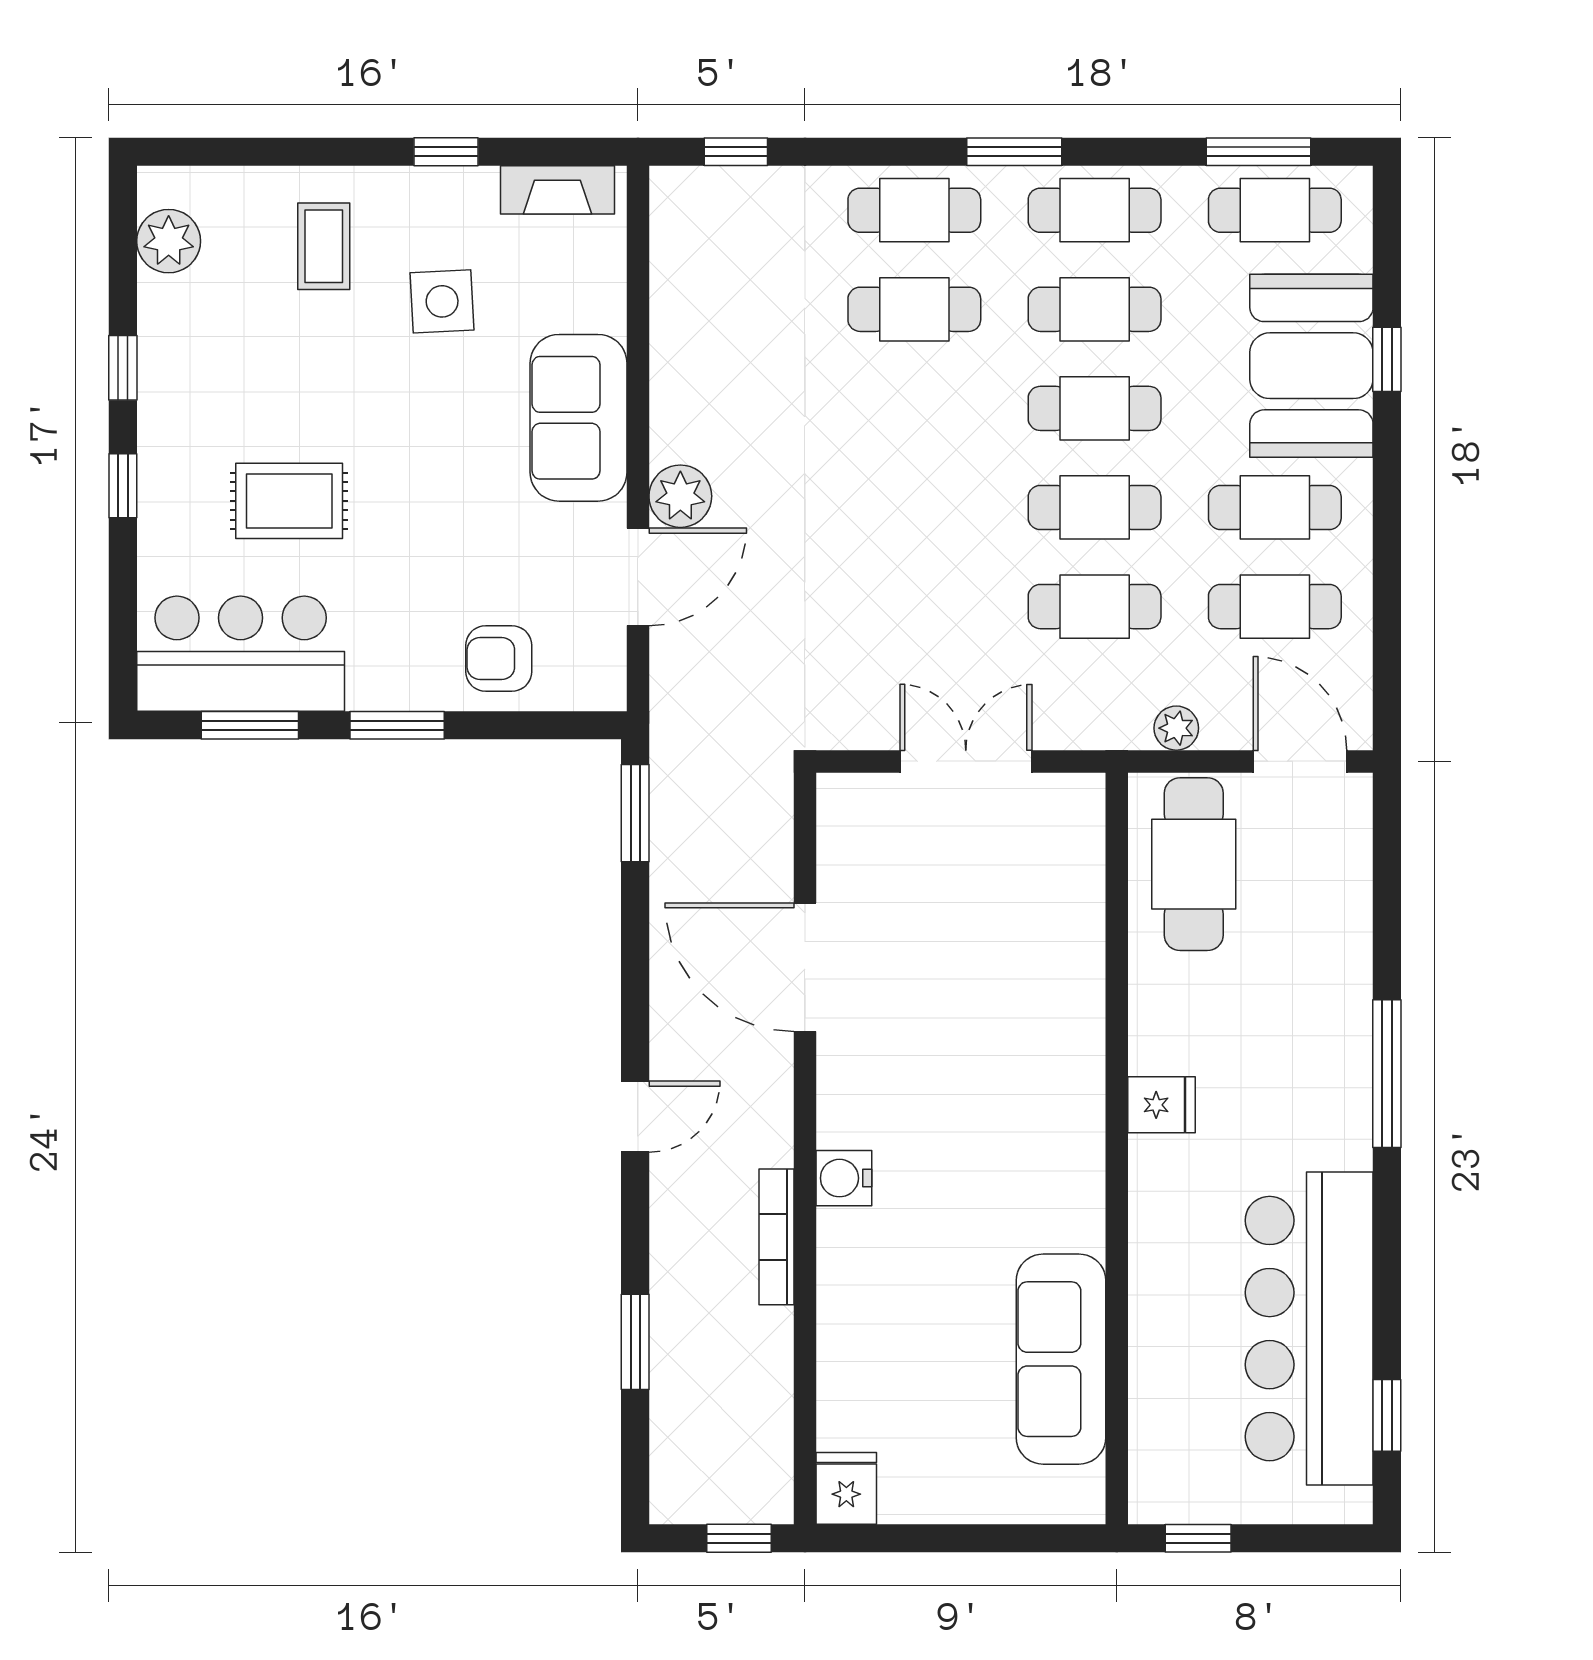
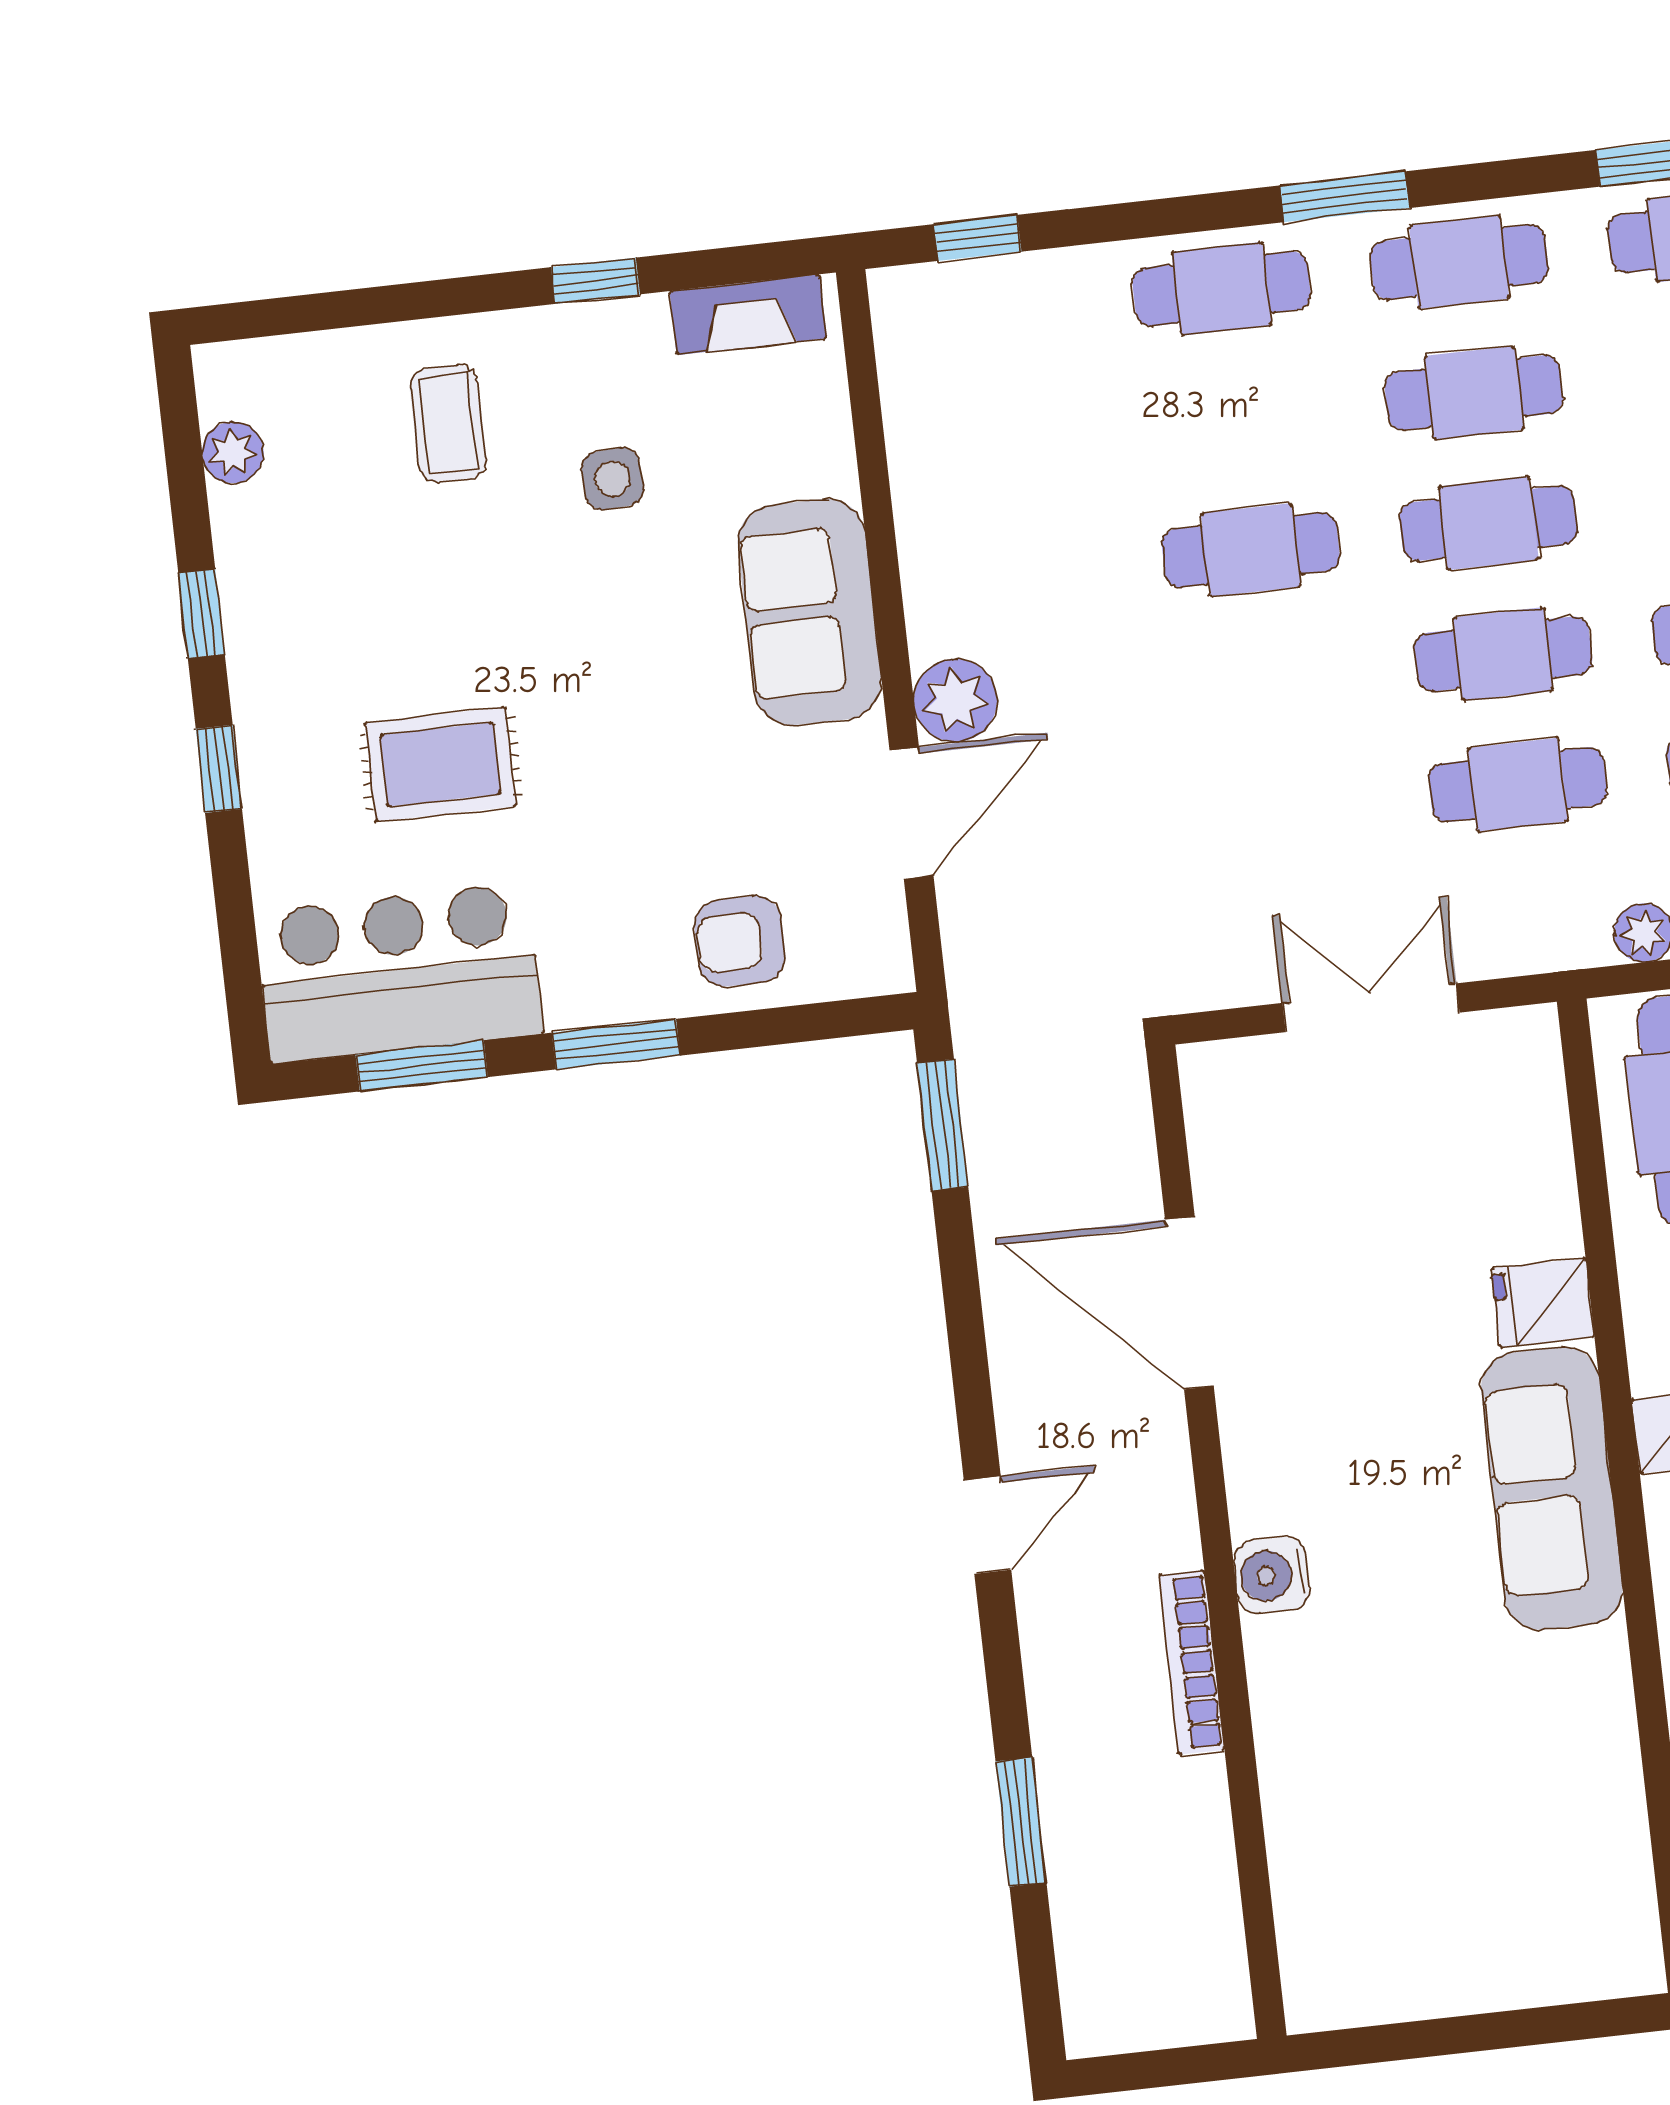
plant: (169, 241) -> (233, 452), width x0.73, depth x0.73
side table: (442, 301) -> (612, 479), width x0.73, depth x0.73
cafe table: (914, 309) -> (1251, 550), moved
sofa: (1061, 1359) -> (1552, 1488), moved
fridge: (846, 1488) -> (1543, 1303), moved, turned -90
window: (739, 1538) -> (1187, 2065), removed

